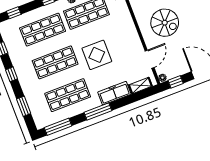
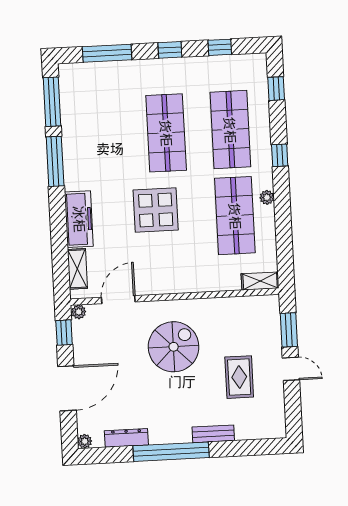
spiral stairs: (165, 23) -> (174, 347), turned 180
door: (150, 59) -> (118, 300), swing flipped
shop shelf: (68, 95) -> (102, 136), removed
window: (24, 106) -> (107, 53), width x1.44
window: (98, 111) -> (55, 161), moved

